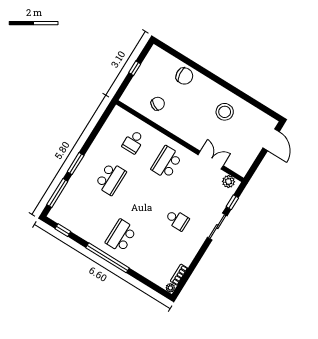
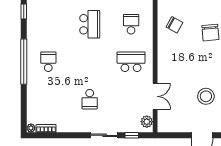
stool: (225, 112) -> (206, 96), moved
school desk: (133, 142) -> (131, 24), turned 90
school desk: (111, 179) -> (90, 24), turned -90
school desk: (121, 236) -> (48, 62), width x0.54

